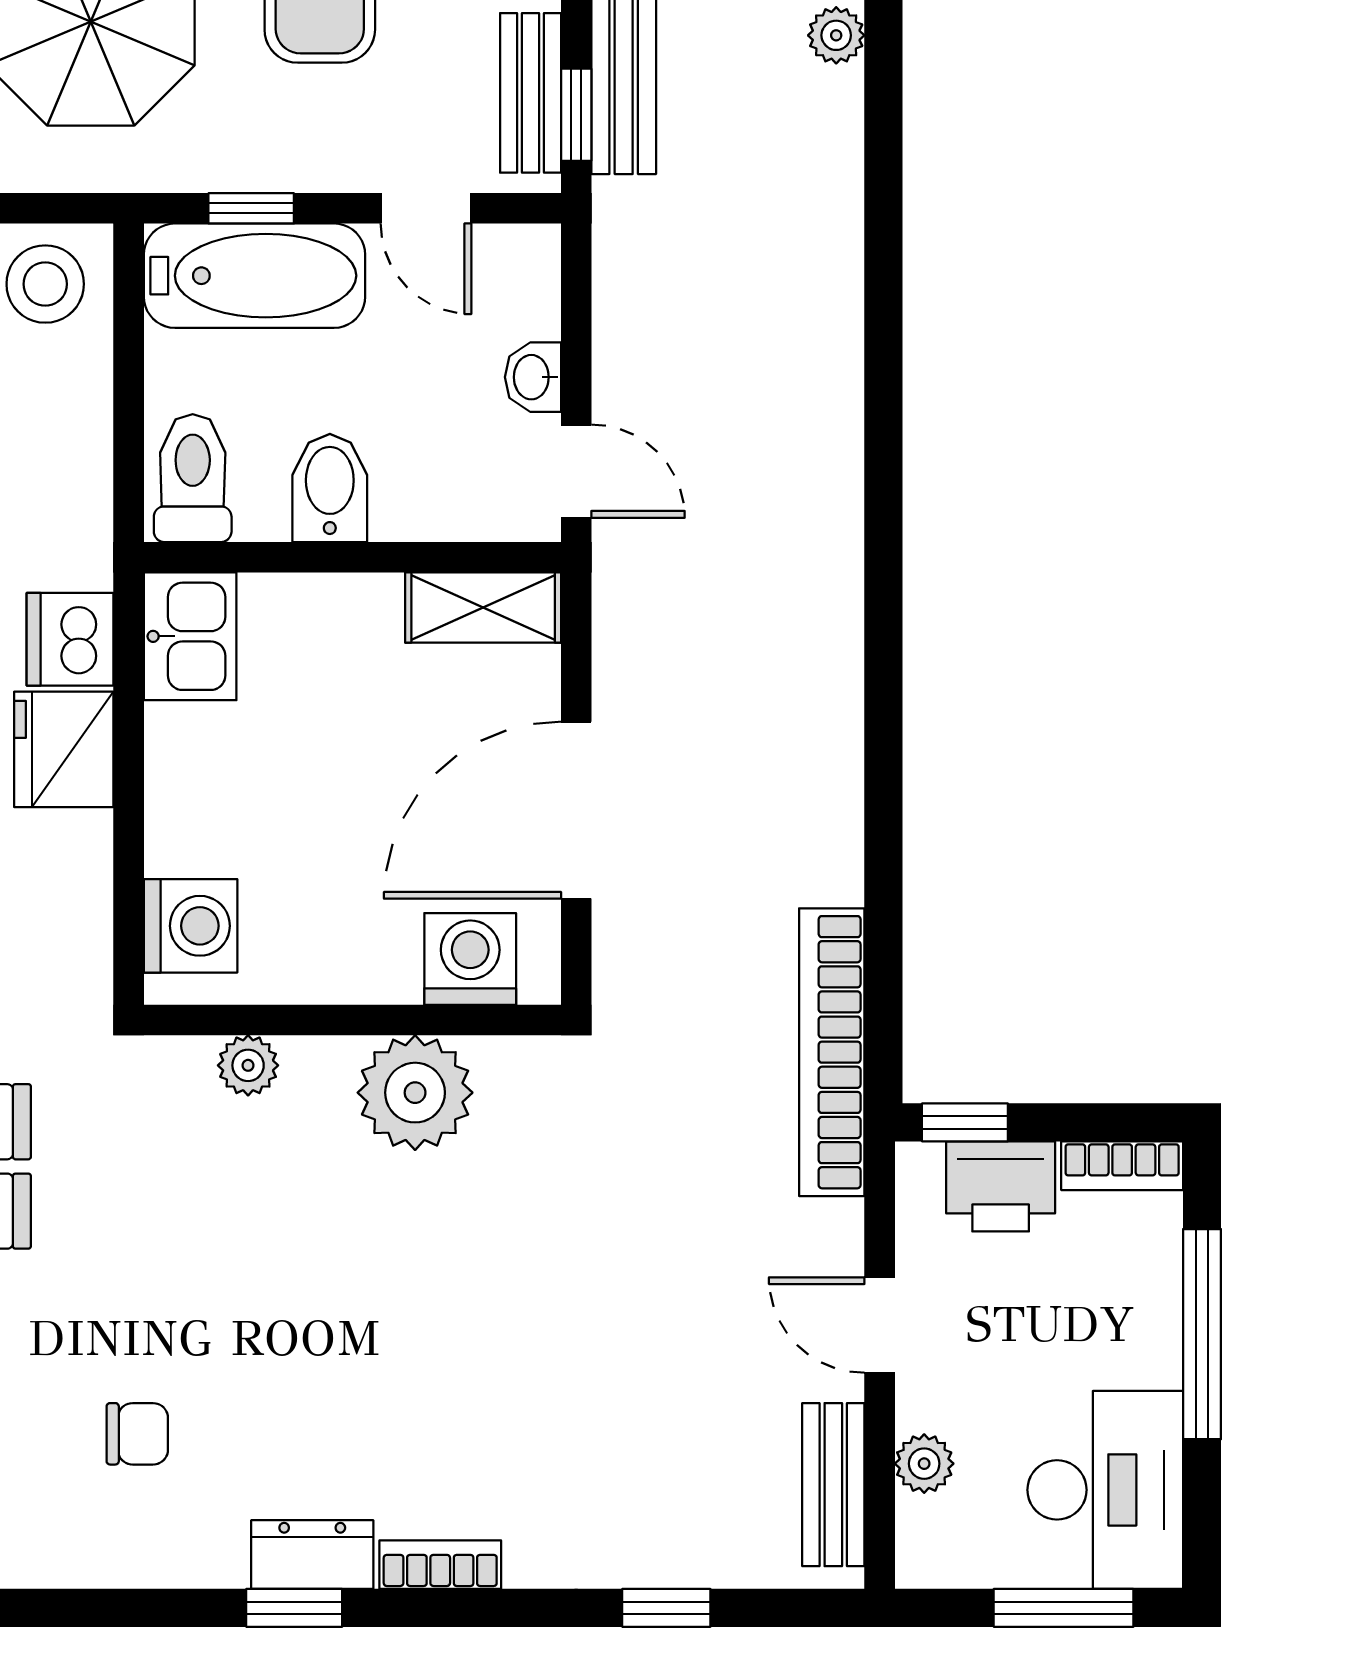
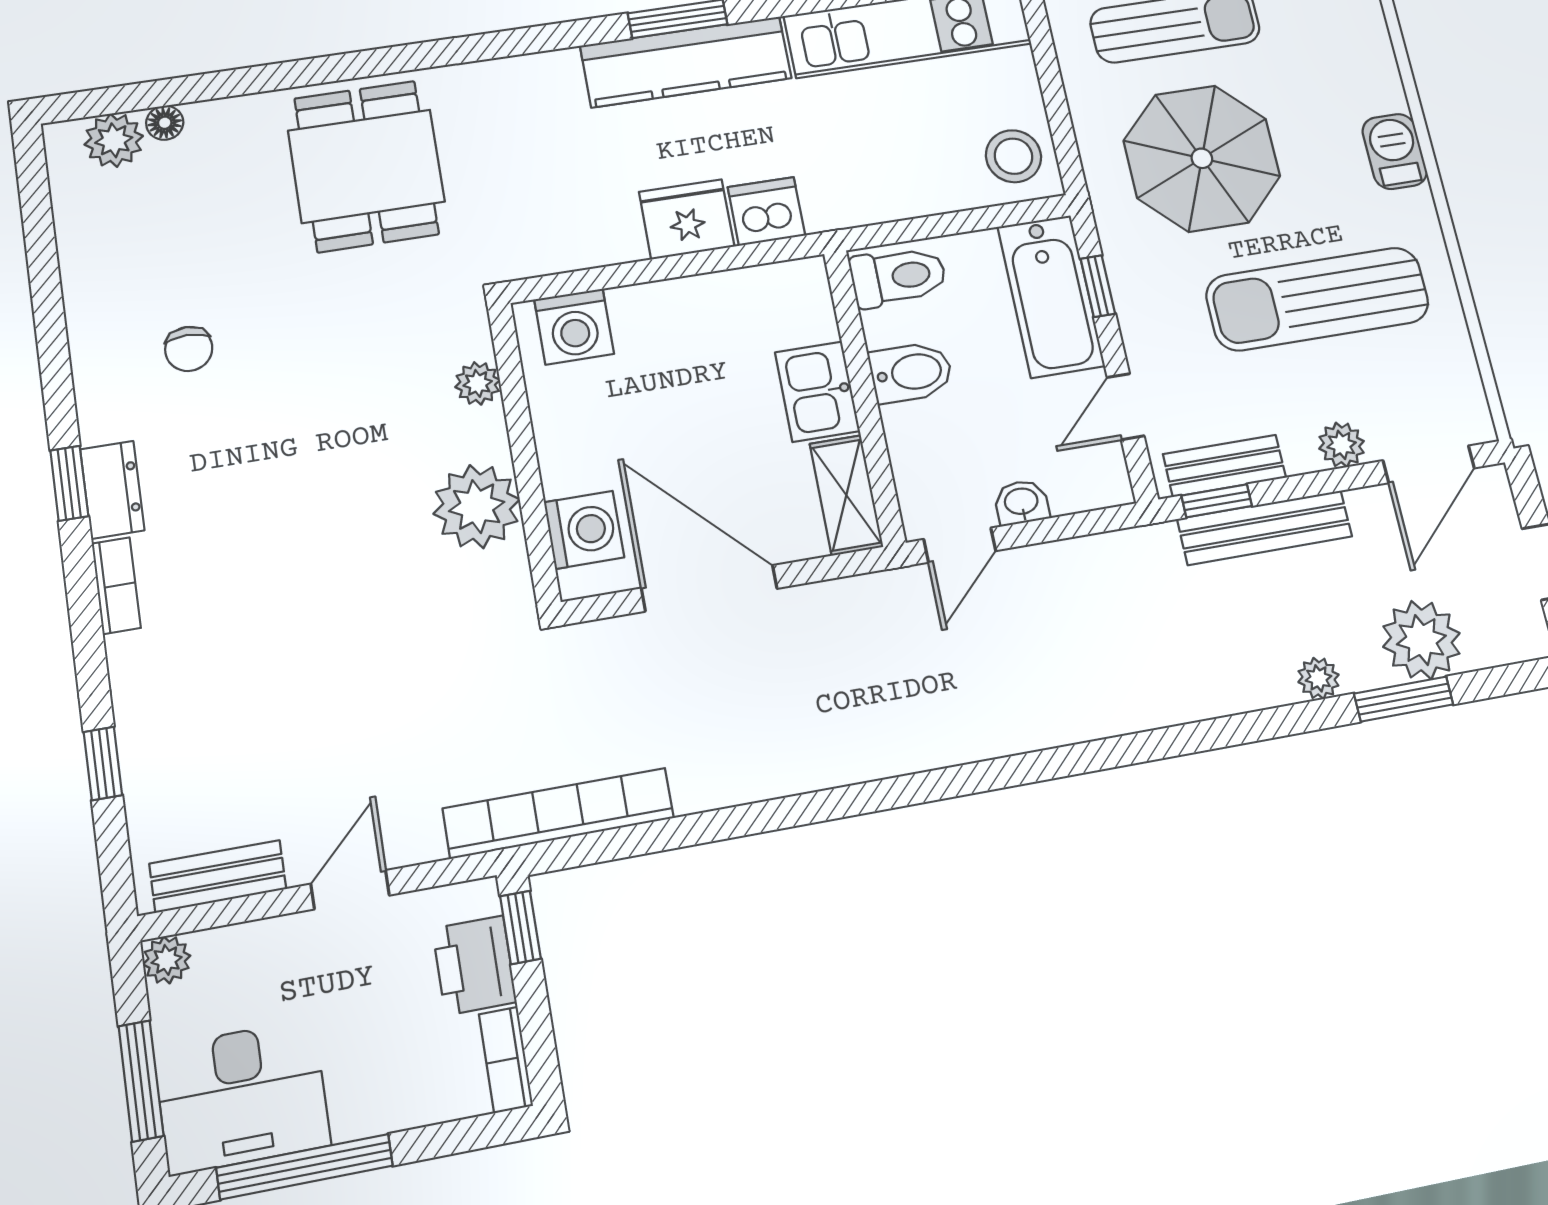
kitchen sink: (190, 636) -> (817, 392), moved, turned 90
window: (1202, 1334) -> (305, 1167), moved
plant: (924, 1464) -> (167, 960), moved

